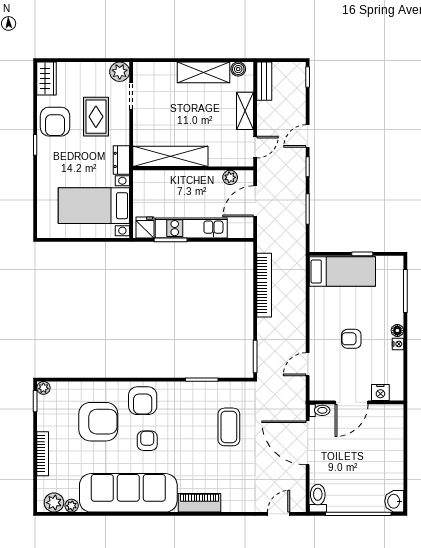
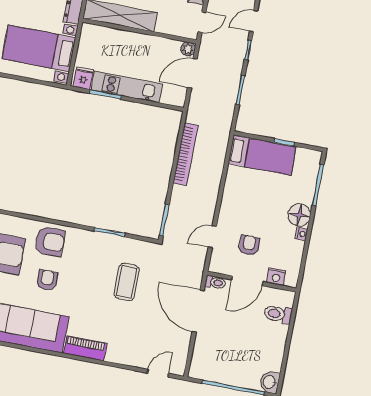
plant: (230, 177) -> (188, 49), moved
floor lamp: (397, 330) -> (299, 215), width x1.89, depth x1.89
armchair: (351, 339) -> (249, 245), moved, turned 90
armchair: (143, 401) -> (50, 241), turned -90
toilet: (318, 498) -> (278, 314), moved, turned -90

